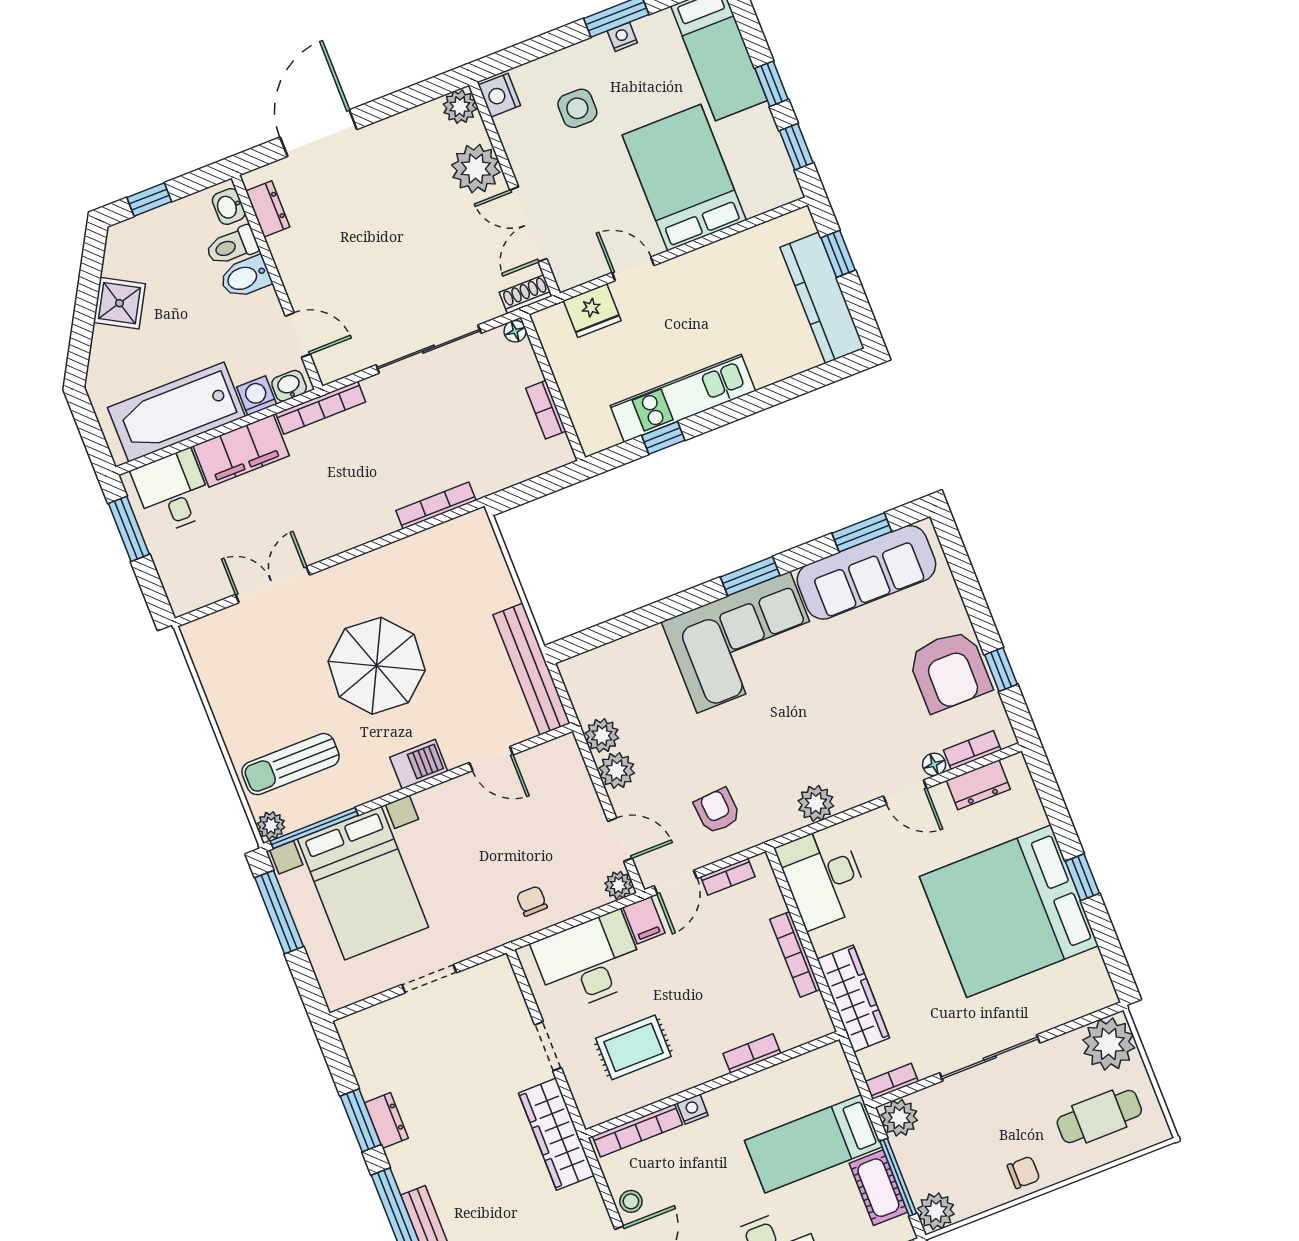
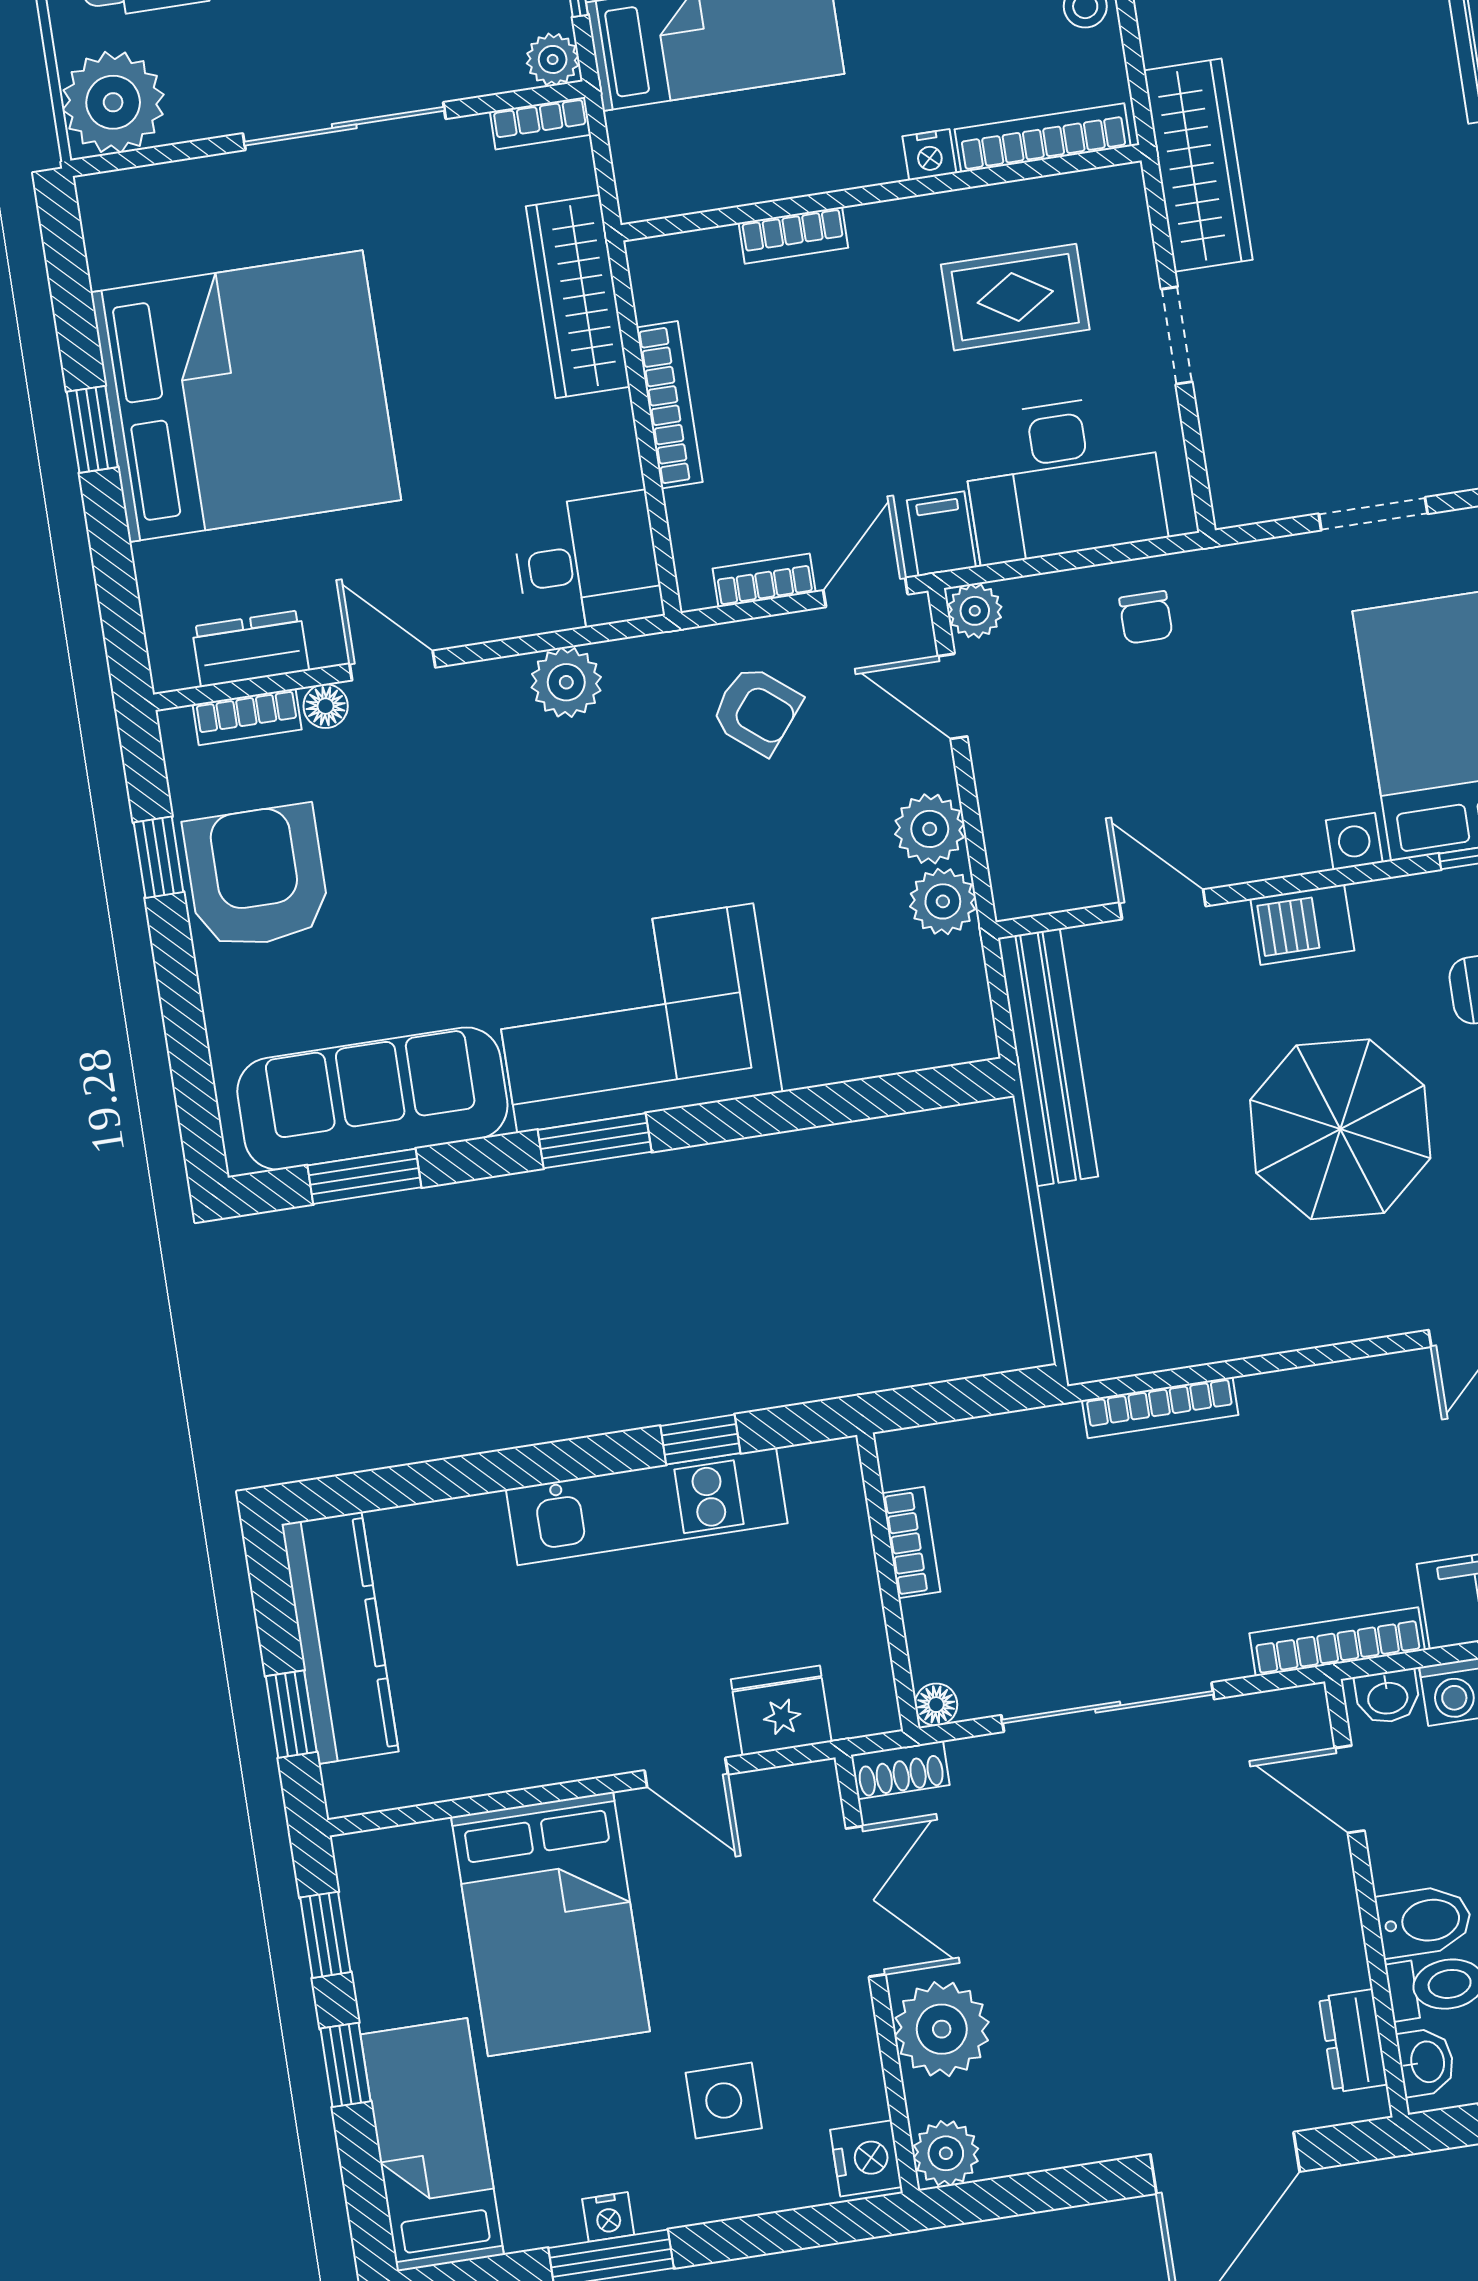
armchair: (717, 811) -> (756, 710), turned -47
desk: (823, 877) -> (587, 563), width x0.73
plant: (899, 1118) -> (553, 59), width x0.73, depth x0.73

